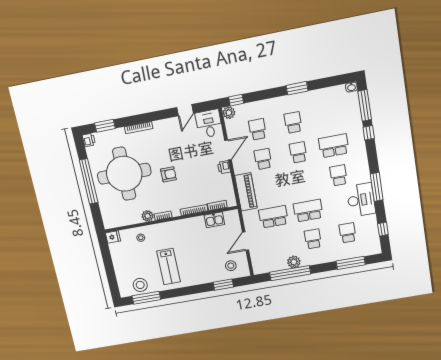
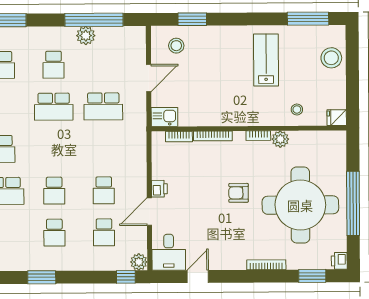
piano: (246, 192) -> (135, 149), removed
kitchen sink: (214, 220) -> (164, 117), moved
stool: (140, 285) -> (331, 58), moved

